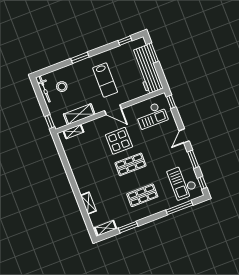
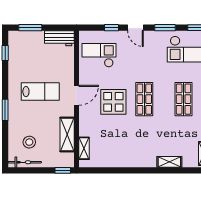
workbench: (147, 70) -> (59, 38), width x0.53, depth x0.76
window: (171, 102) -> (112, 28), moved
checkout: (151, 115) -> (99, 55), turned -90

